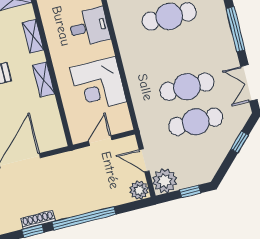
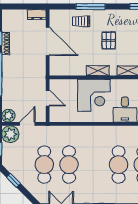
corner desk: (98, 85) -> (94, 95), moved, turned 180
window: (240, 142) -> (13, 180), moved

